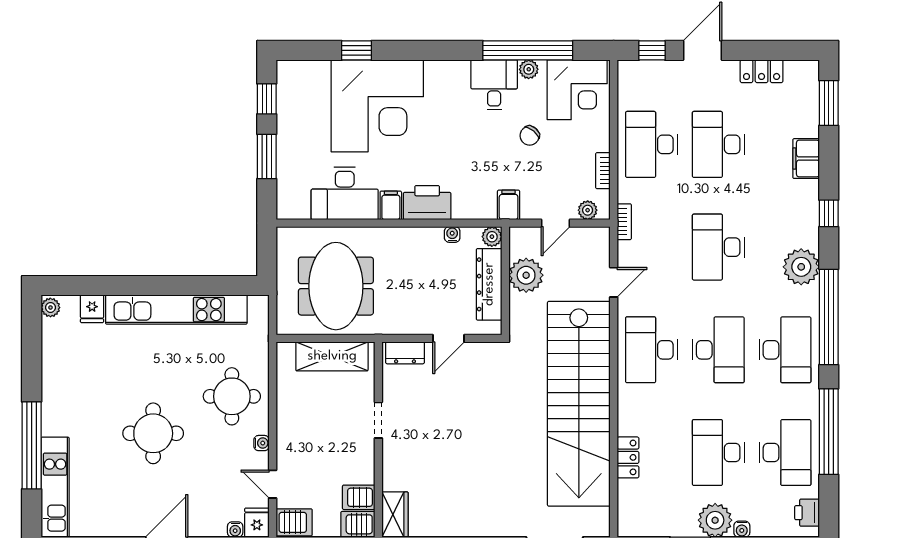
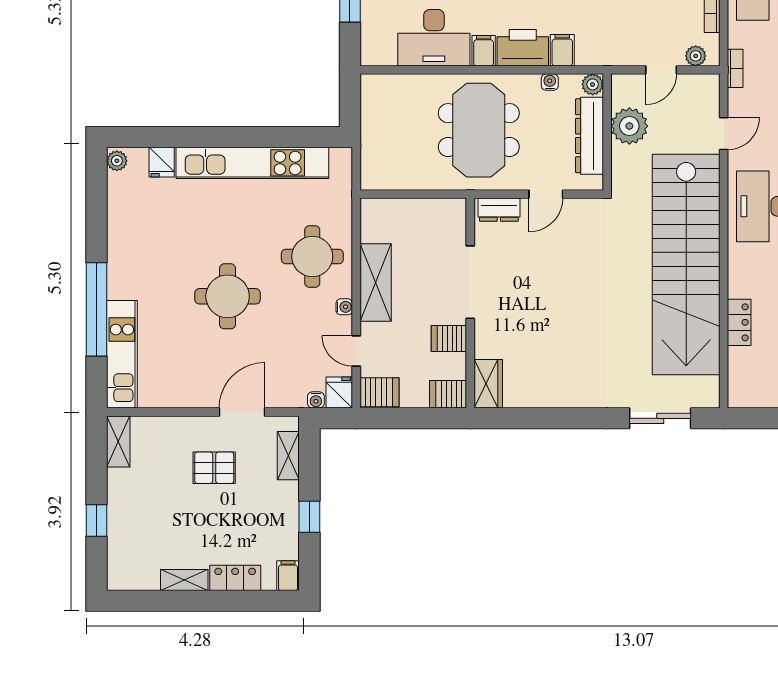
filing cabinet: (509, 205) -> (562, 50), moved
meeting table: (336, 286) -> (479, 130), moved
shelving: (332, 356) -> (376, 282), moved, turned 90
doorway: (378, 420) -> (470, 282), width x1.87
server rack: (359, 497) -> (449, 339), moved

